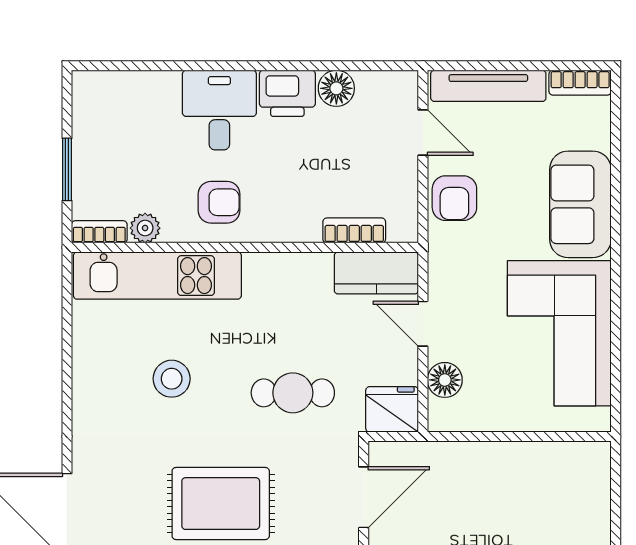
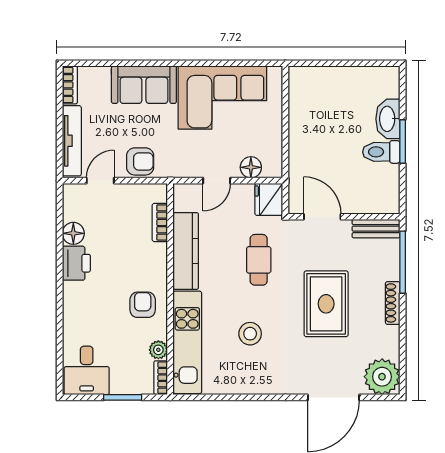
desk: (219, 110) -> (87, 370), moved, turned -90
kitchen counter: (376, 273) -> (186, 251), moved, width x1.50

